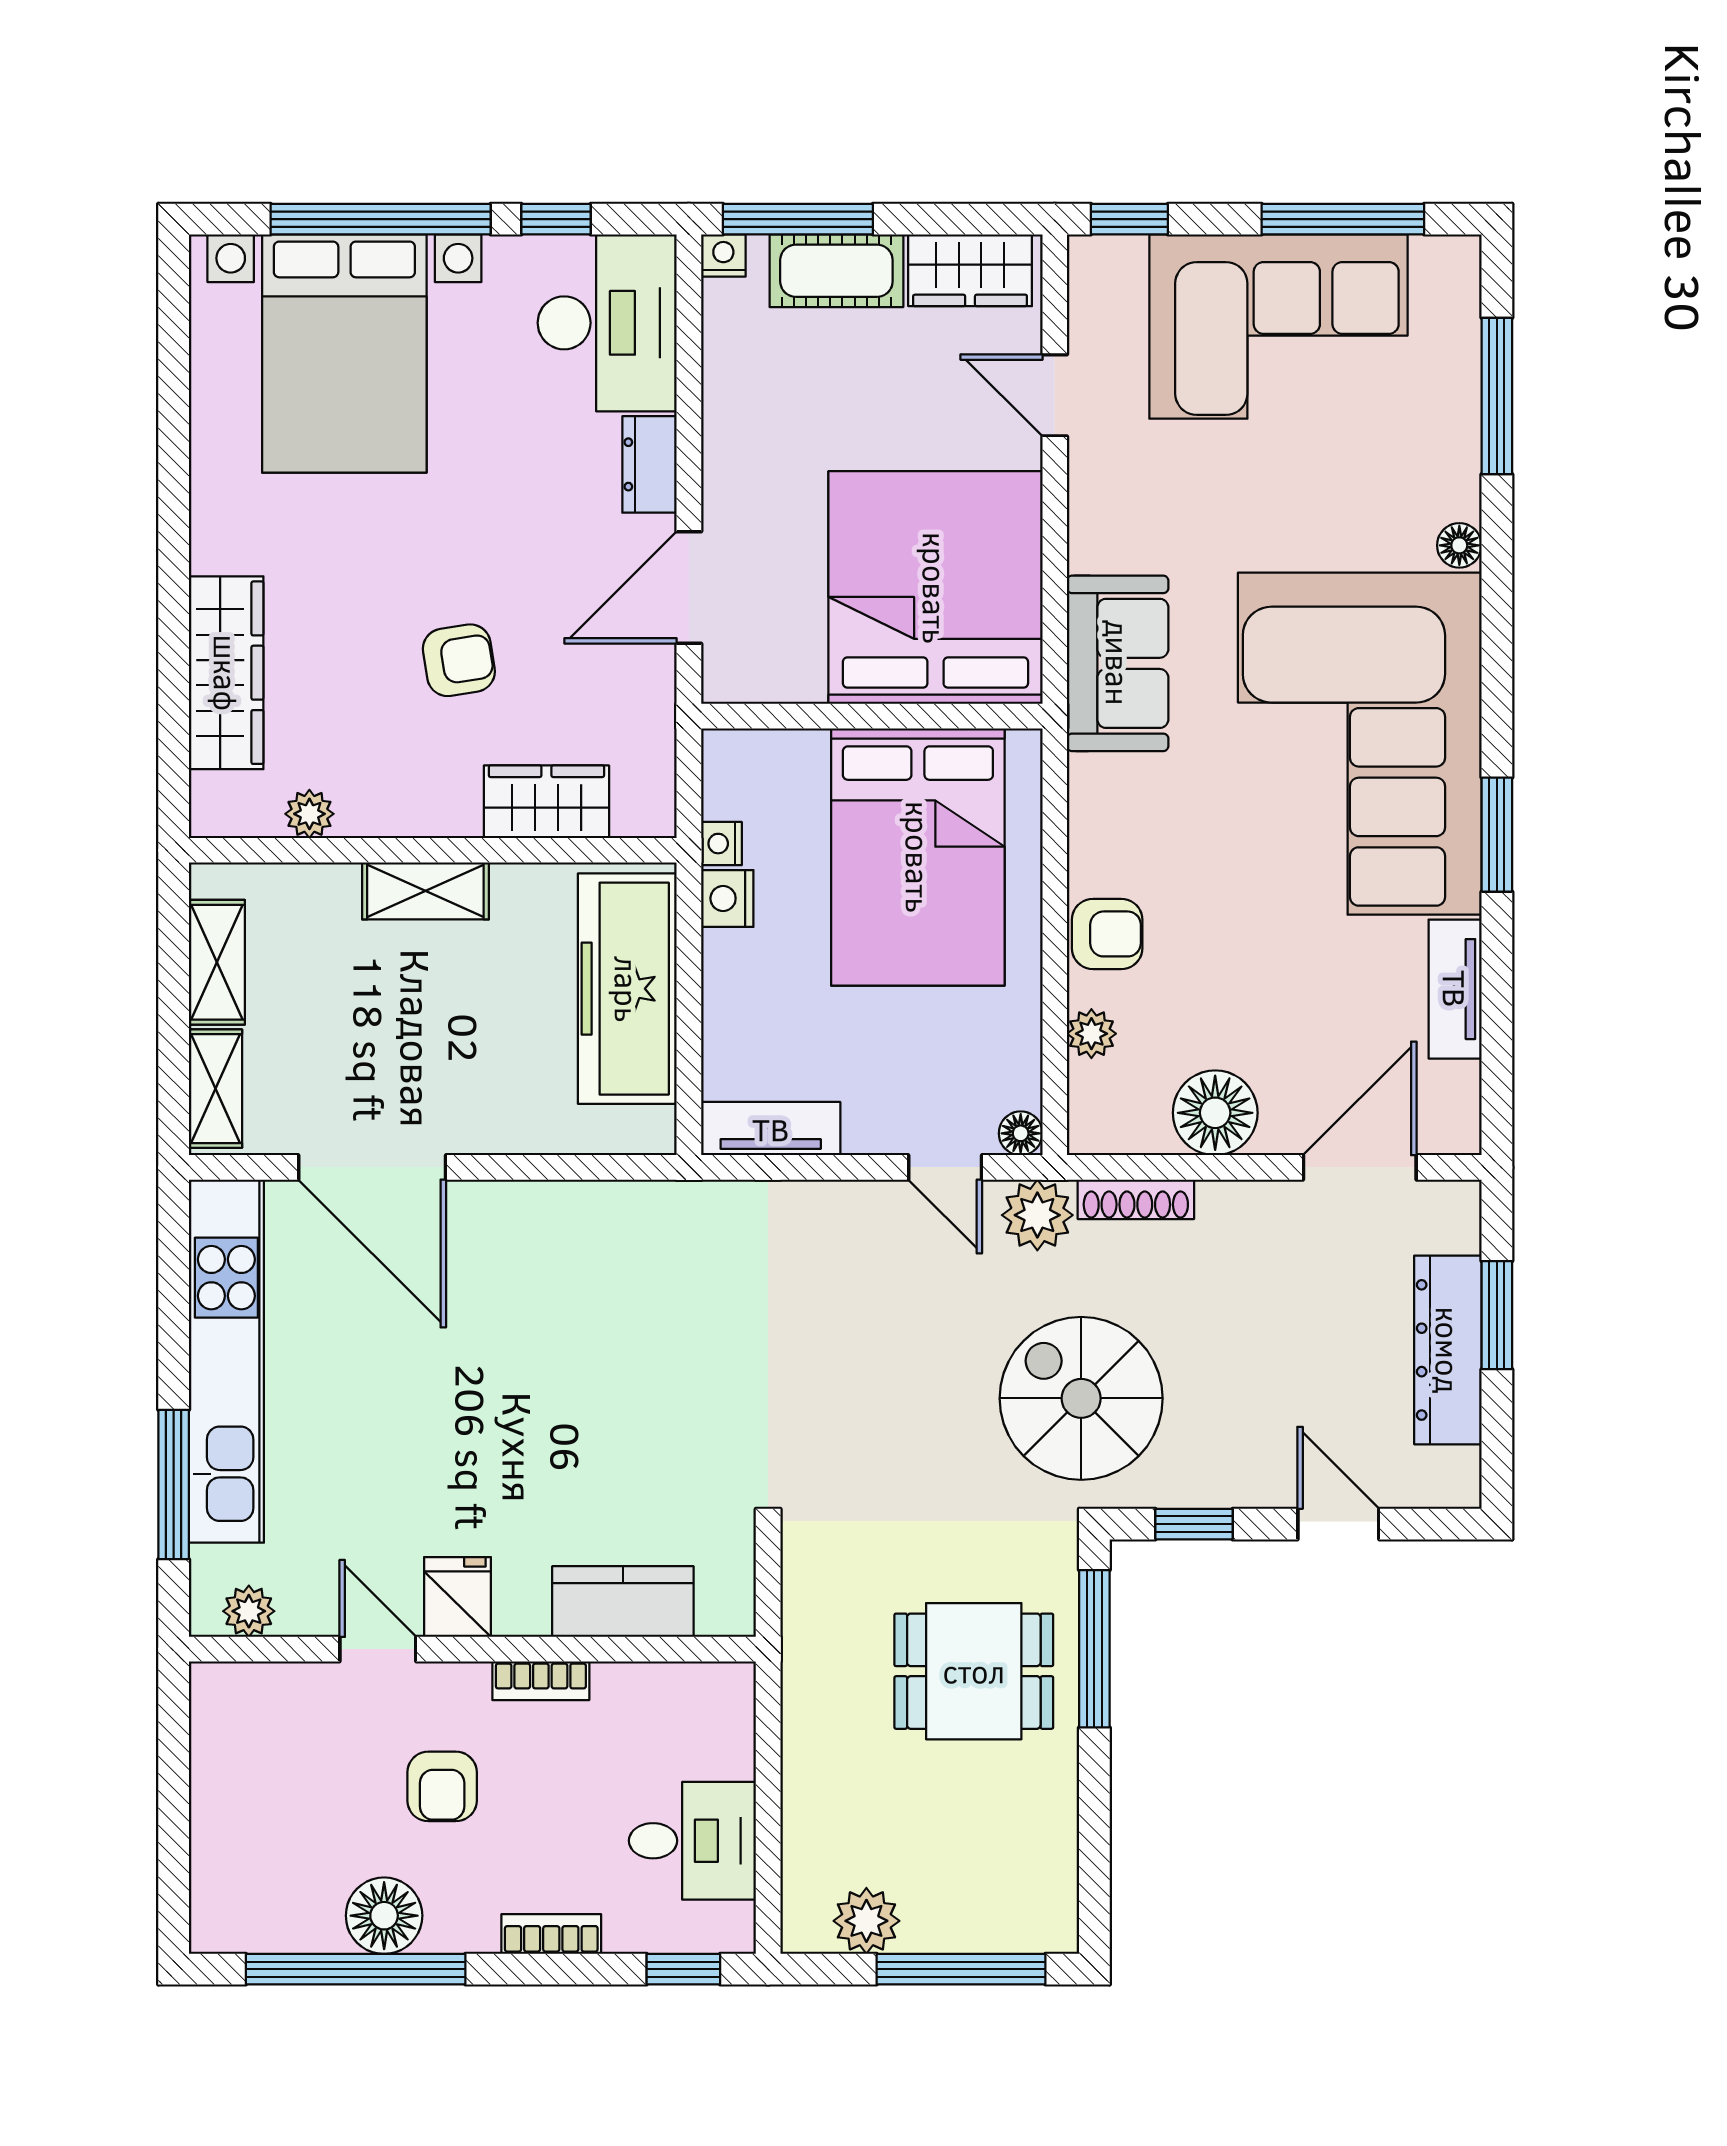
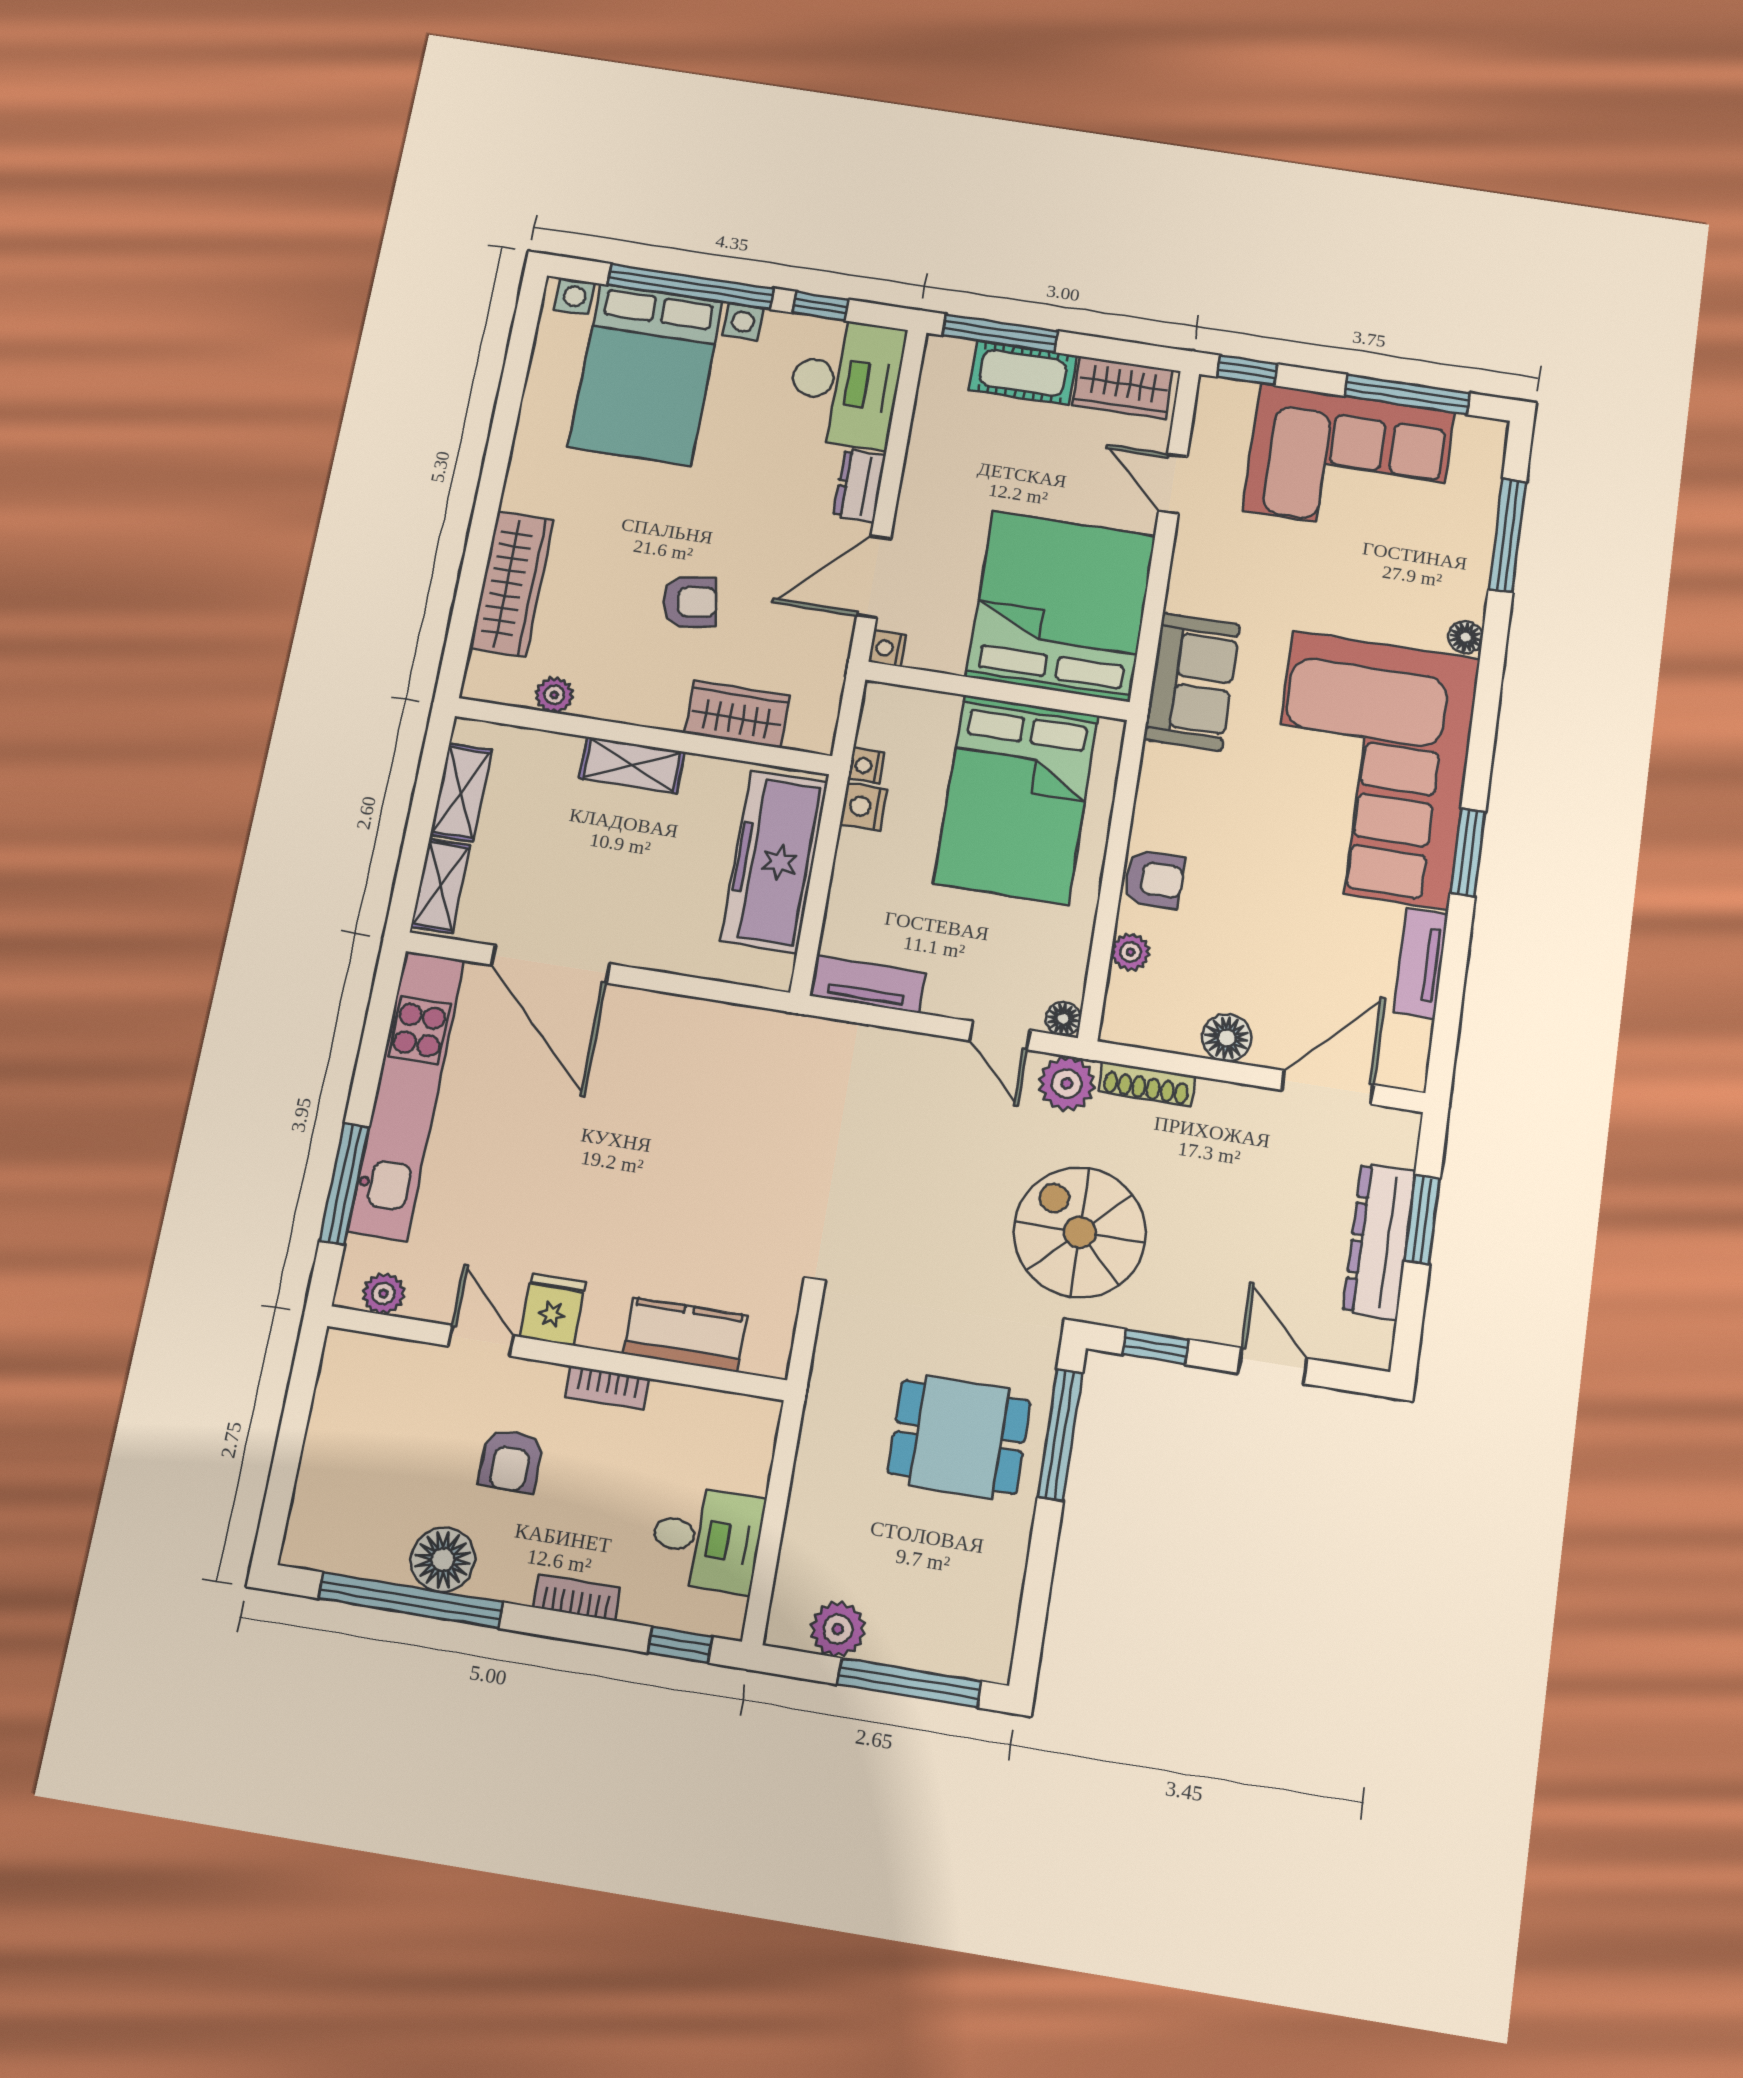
nightstand: (723, 255) -> (887, 648), moved, turned -90
floor lamp: (1215, 1113) -> (1227, 1038), width x0.73, depth x0.73

